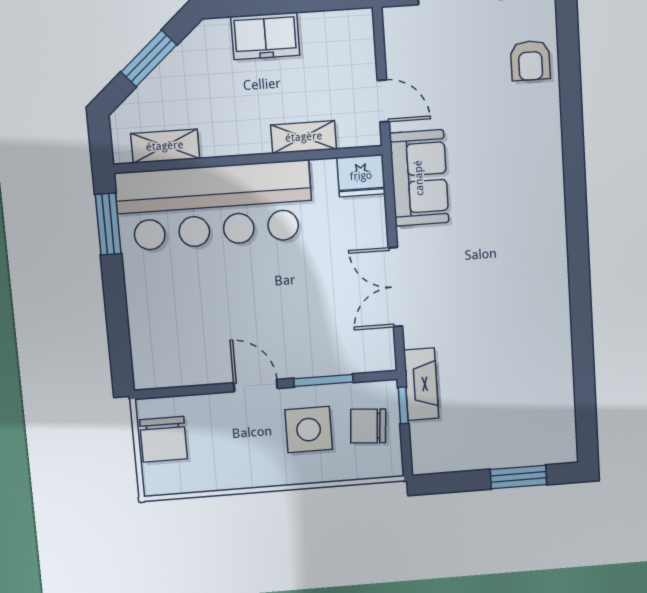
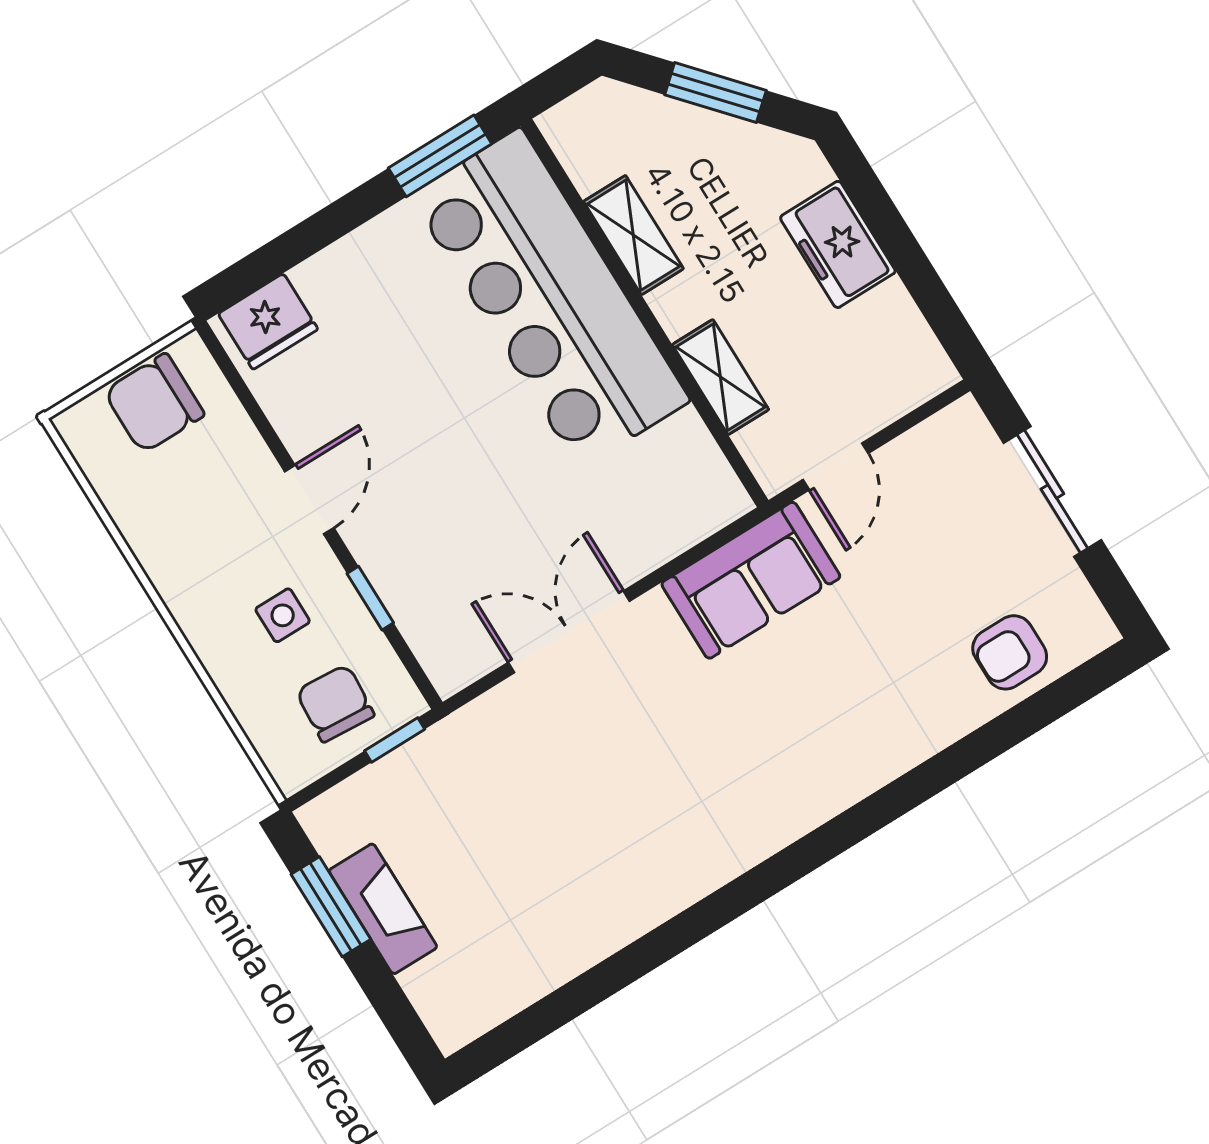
shelving: (165, 146) -> (633, 235), moved
fridge: (361, 176) -> (268, 321), moved, turned -90
window: (323, 380) -> (370, 598), width x0.67
fireplace: (421, 384) -> (383, 909), moved, turned -90
side table: (309, 430) -> (283, 615), width x0.54, depth x0.54
window: (518, 477) -> (331, 907), moved

